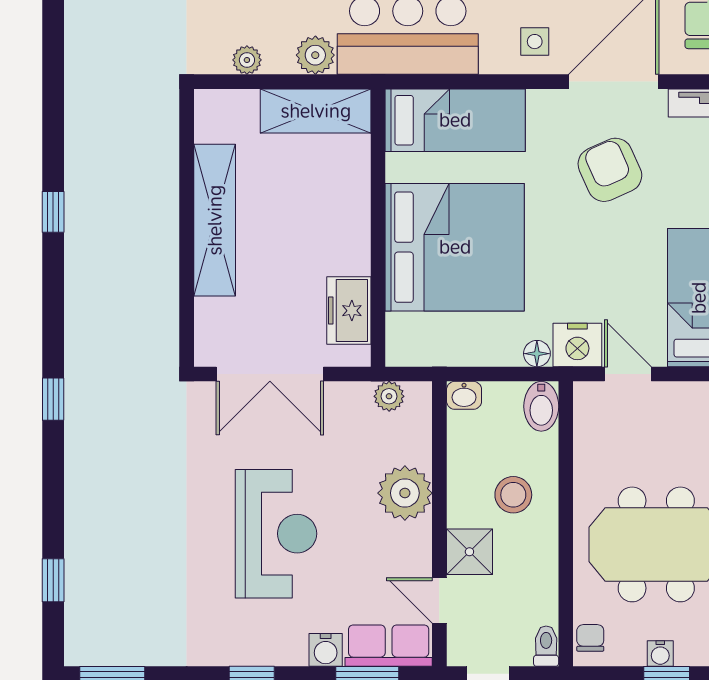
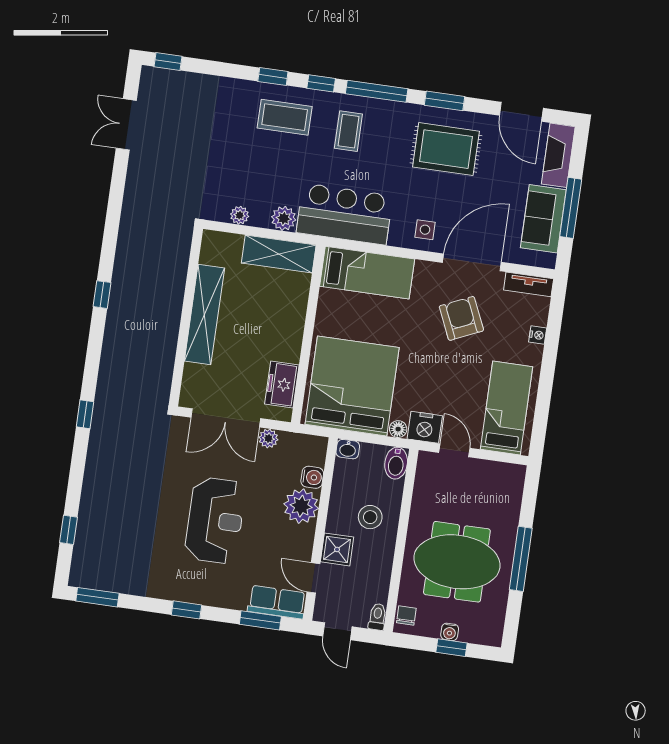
bed: (455, 247) -> (352, 386), moved, turned -90
plant: (389, 396) -> (268, 438), moved
water cooler: (326, 650) -> (312, 477), moved, turned -90

